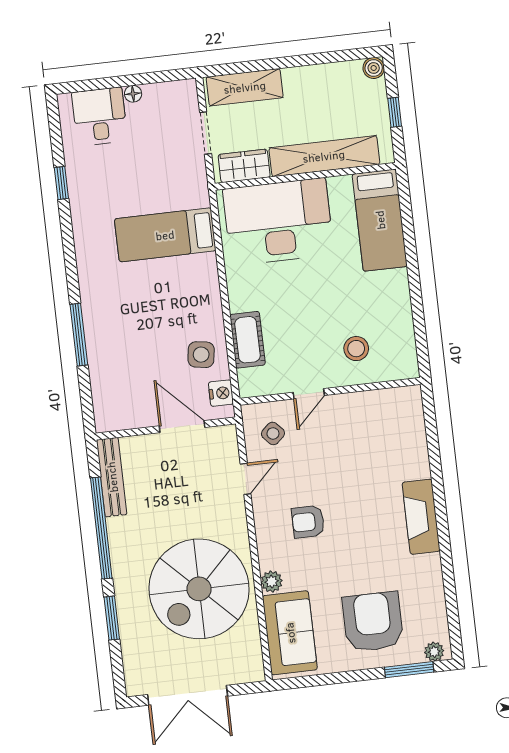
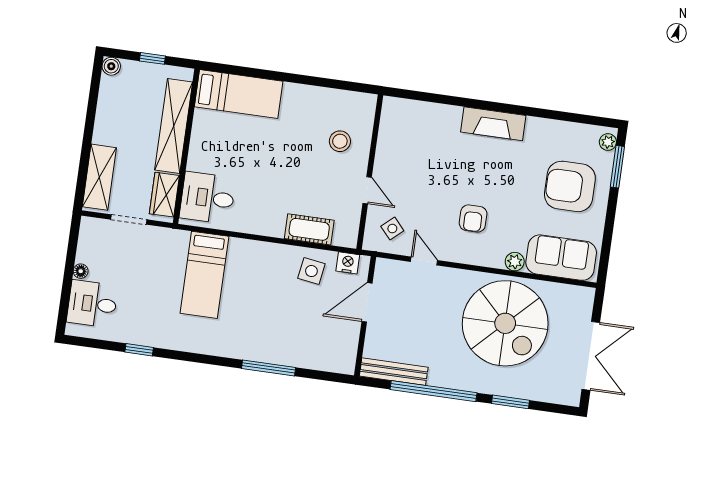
desk: (278, 222) -> (207, 198), width x0.53, depth x0.77

